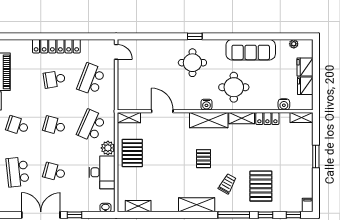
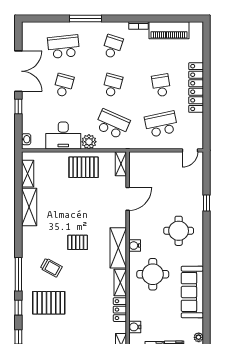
window: (195, 36) -> (206, 203), moved
school desk: (91, 79) -> (161, 124), turned -33
shelving: (197, 205) -> (29, 207), moved

